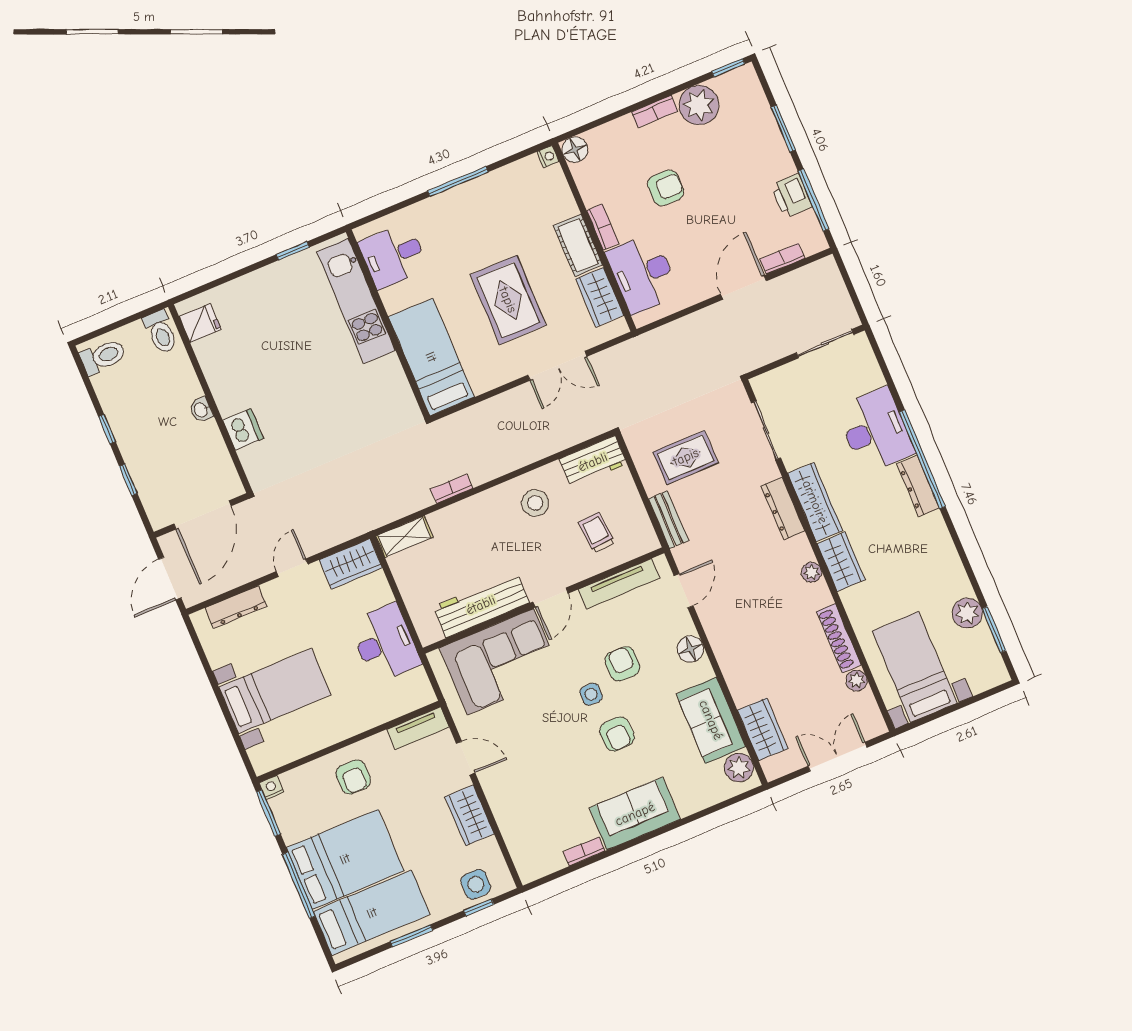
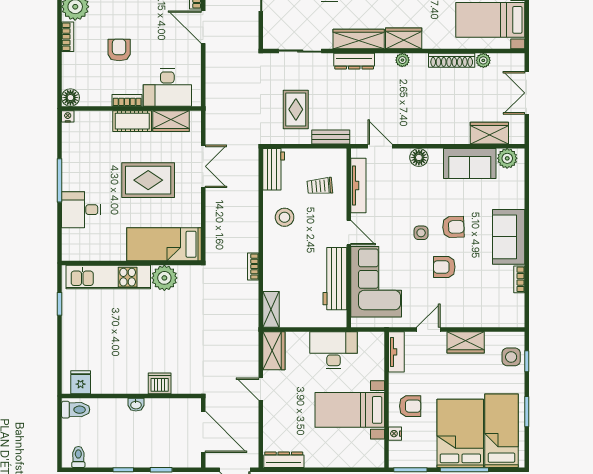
desk: (393, 256) -> (81, 210), moved, turned 90
toilet: (103, 357) -> (78, 457), width x0.73, depth x0.72
plant: (387, 377) -> (164, 278), added
dresser: (236, 607) -> (284, 460), moved, turned -90
armchair: (622, 664) -> (444, 267), moved
bed with nightstands: (275, 691) -> (350, 410), moved, turned -90
nightstand: (272, 788) -> (395, 434), moved

